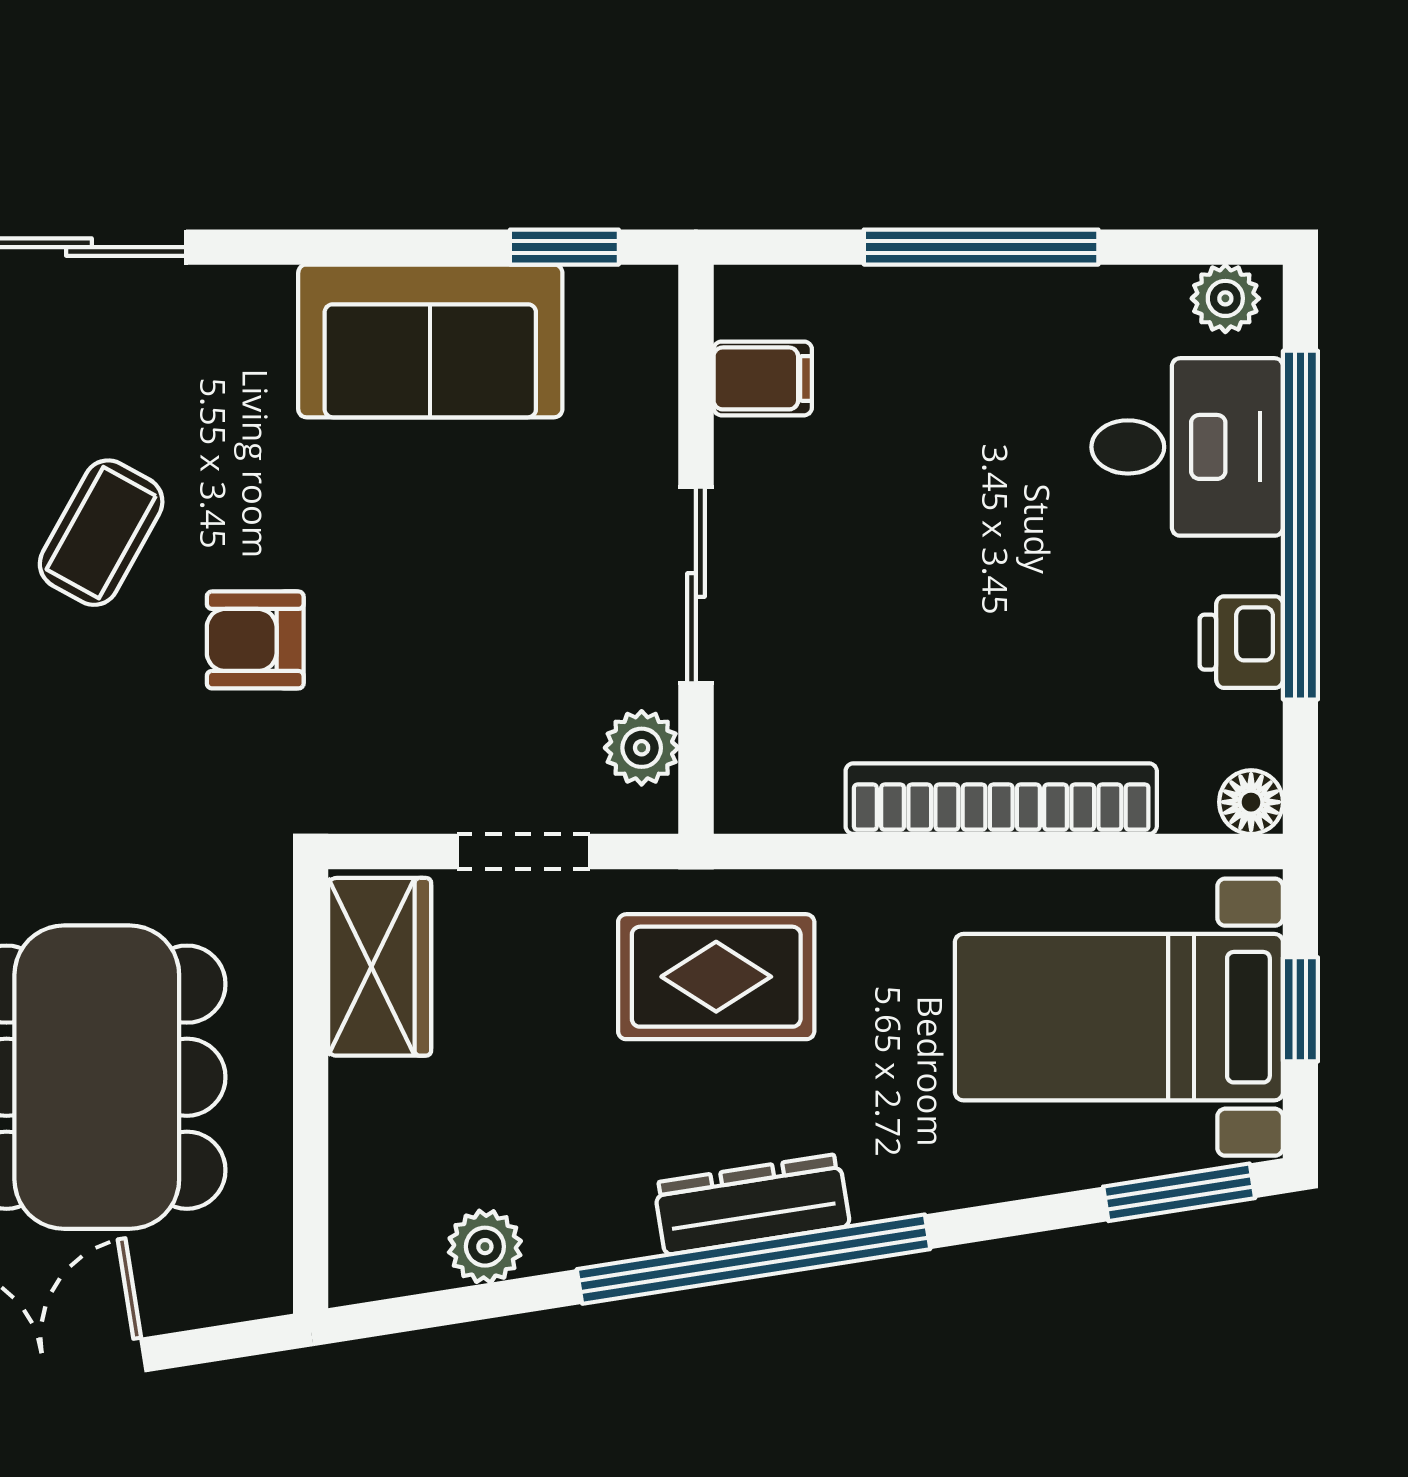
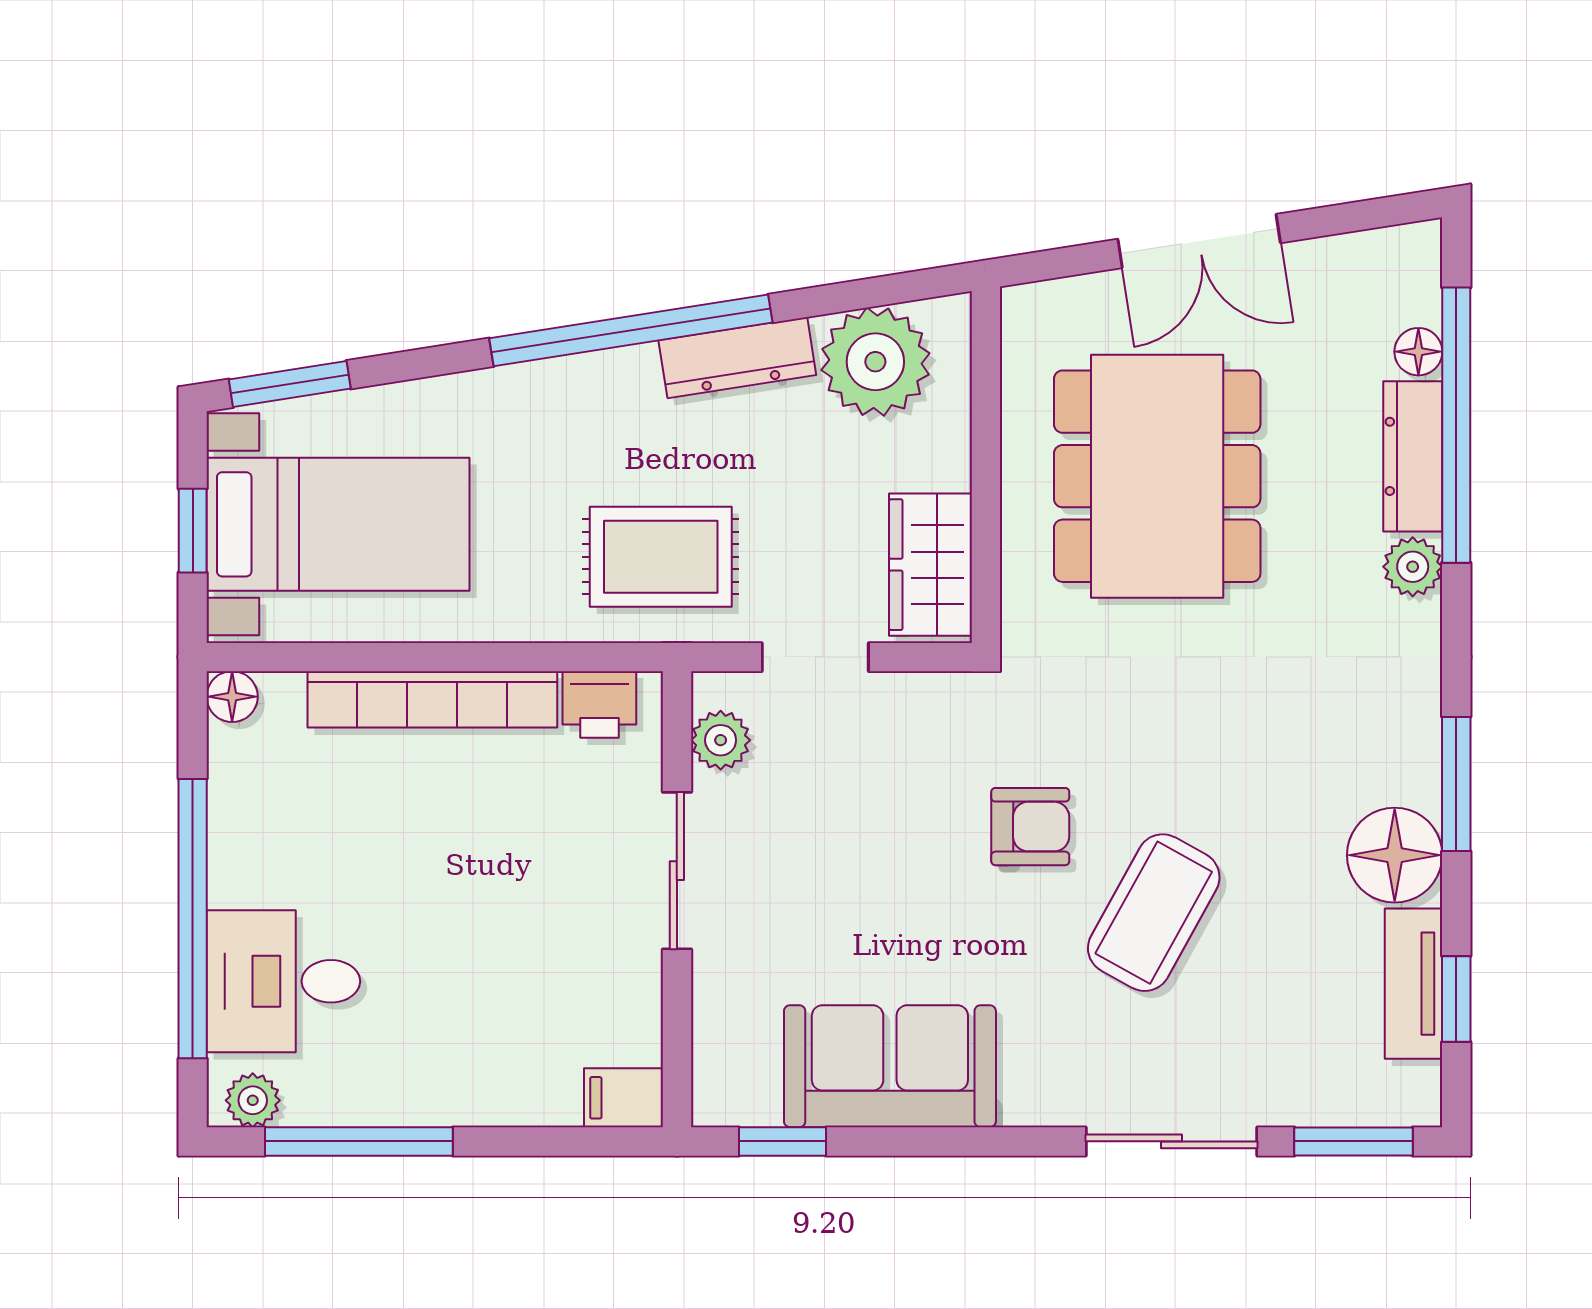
window: (981, 247) -> (359, 1141), moved
filing cabinet: (763, 378) -> (623, 1098), moved
coffee table: (101, 533) -> (1154, 913), width x1.36, depth x1.30
printer: (1241, 642) -> (599, 704), moved, turned 90
dresser: (752, 1204) -> (737, 358), moved
plant: (485, 1247) -> (875, 362), width x1.88, depth x1.88

